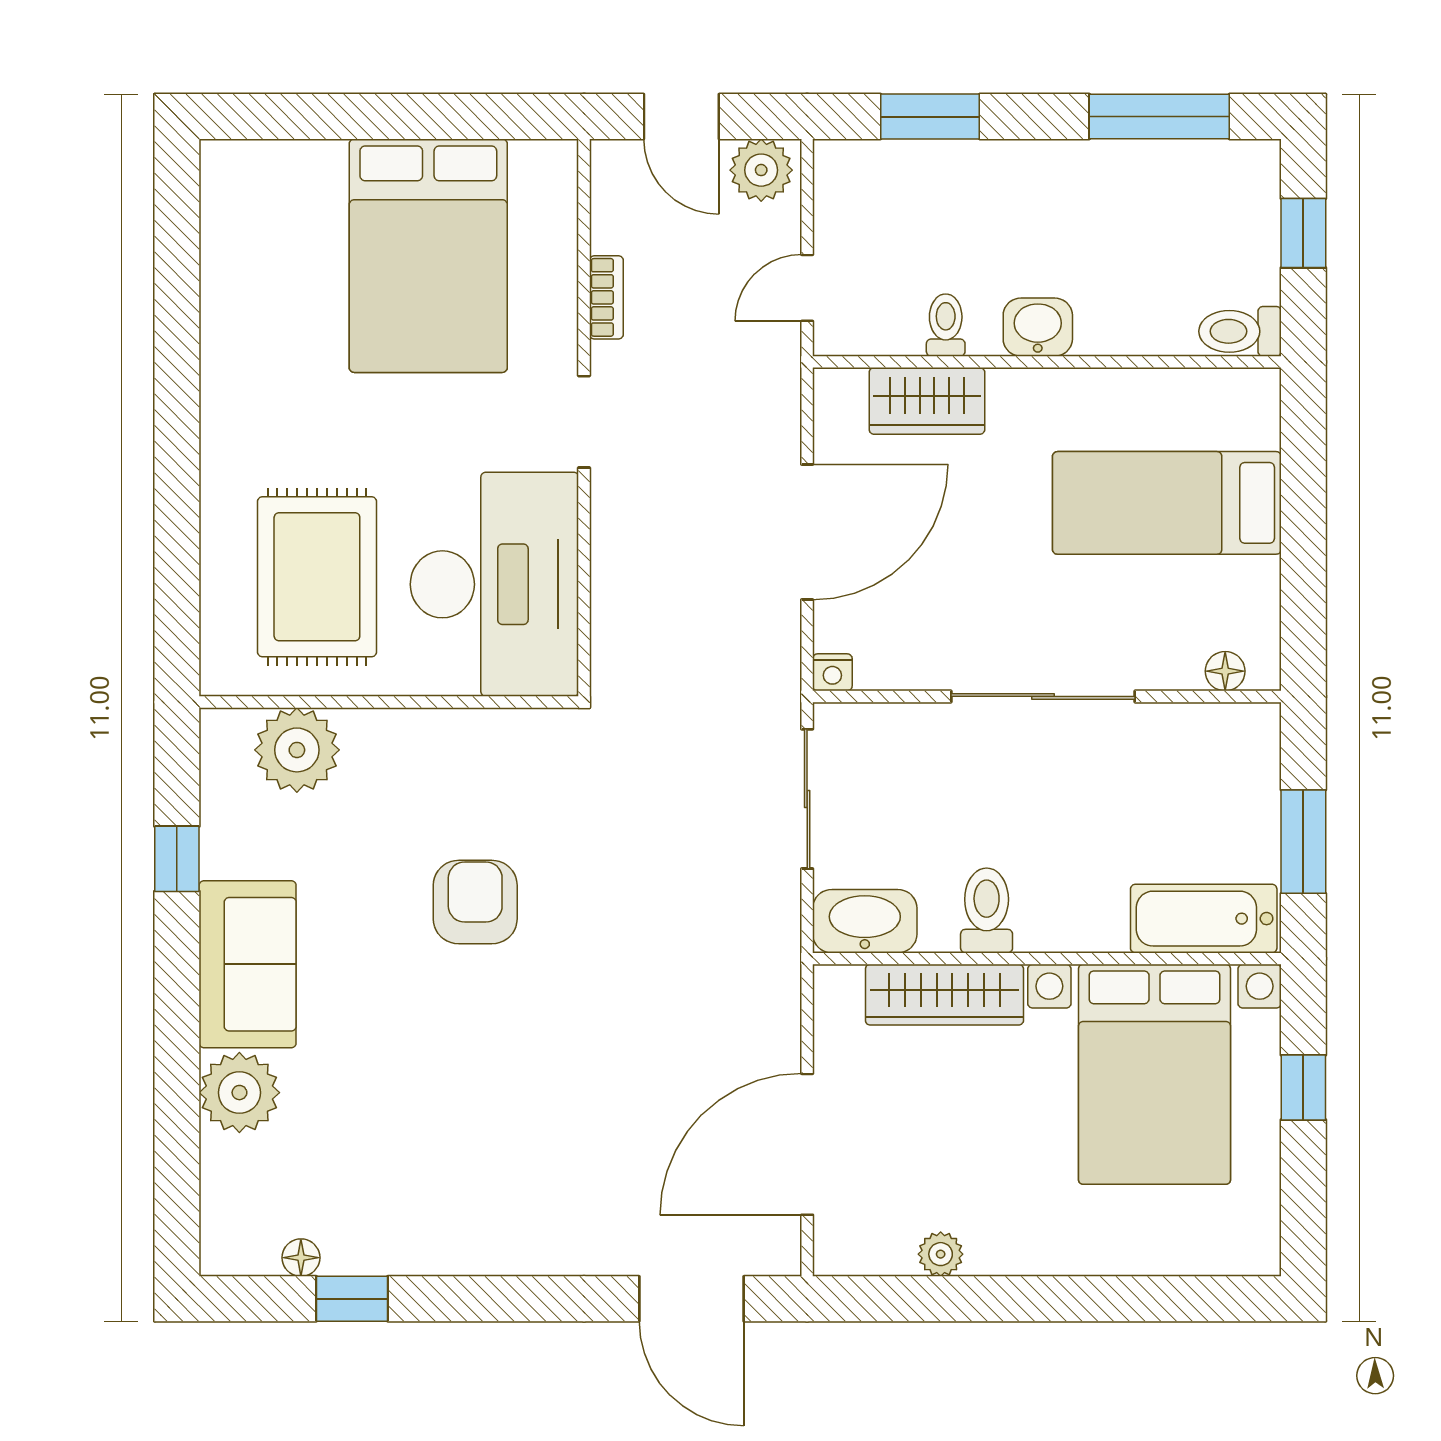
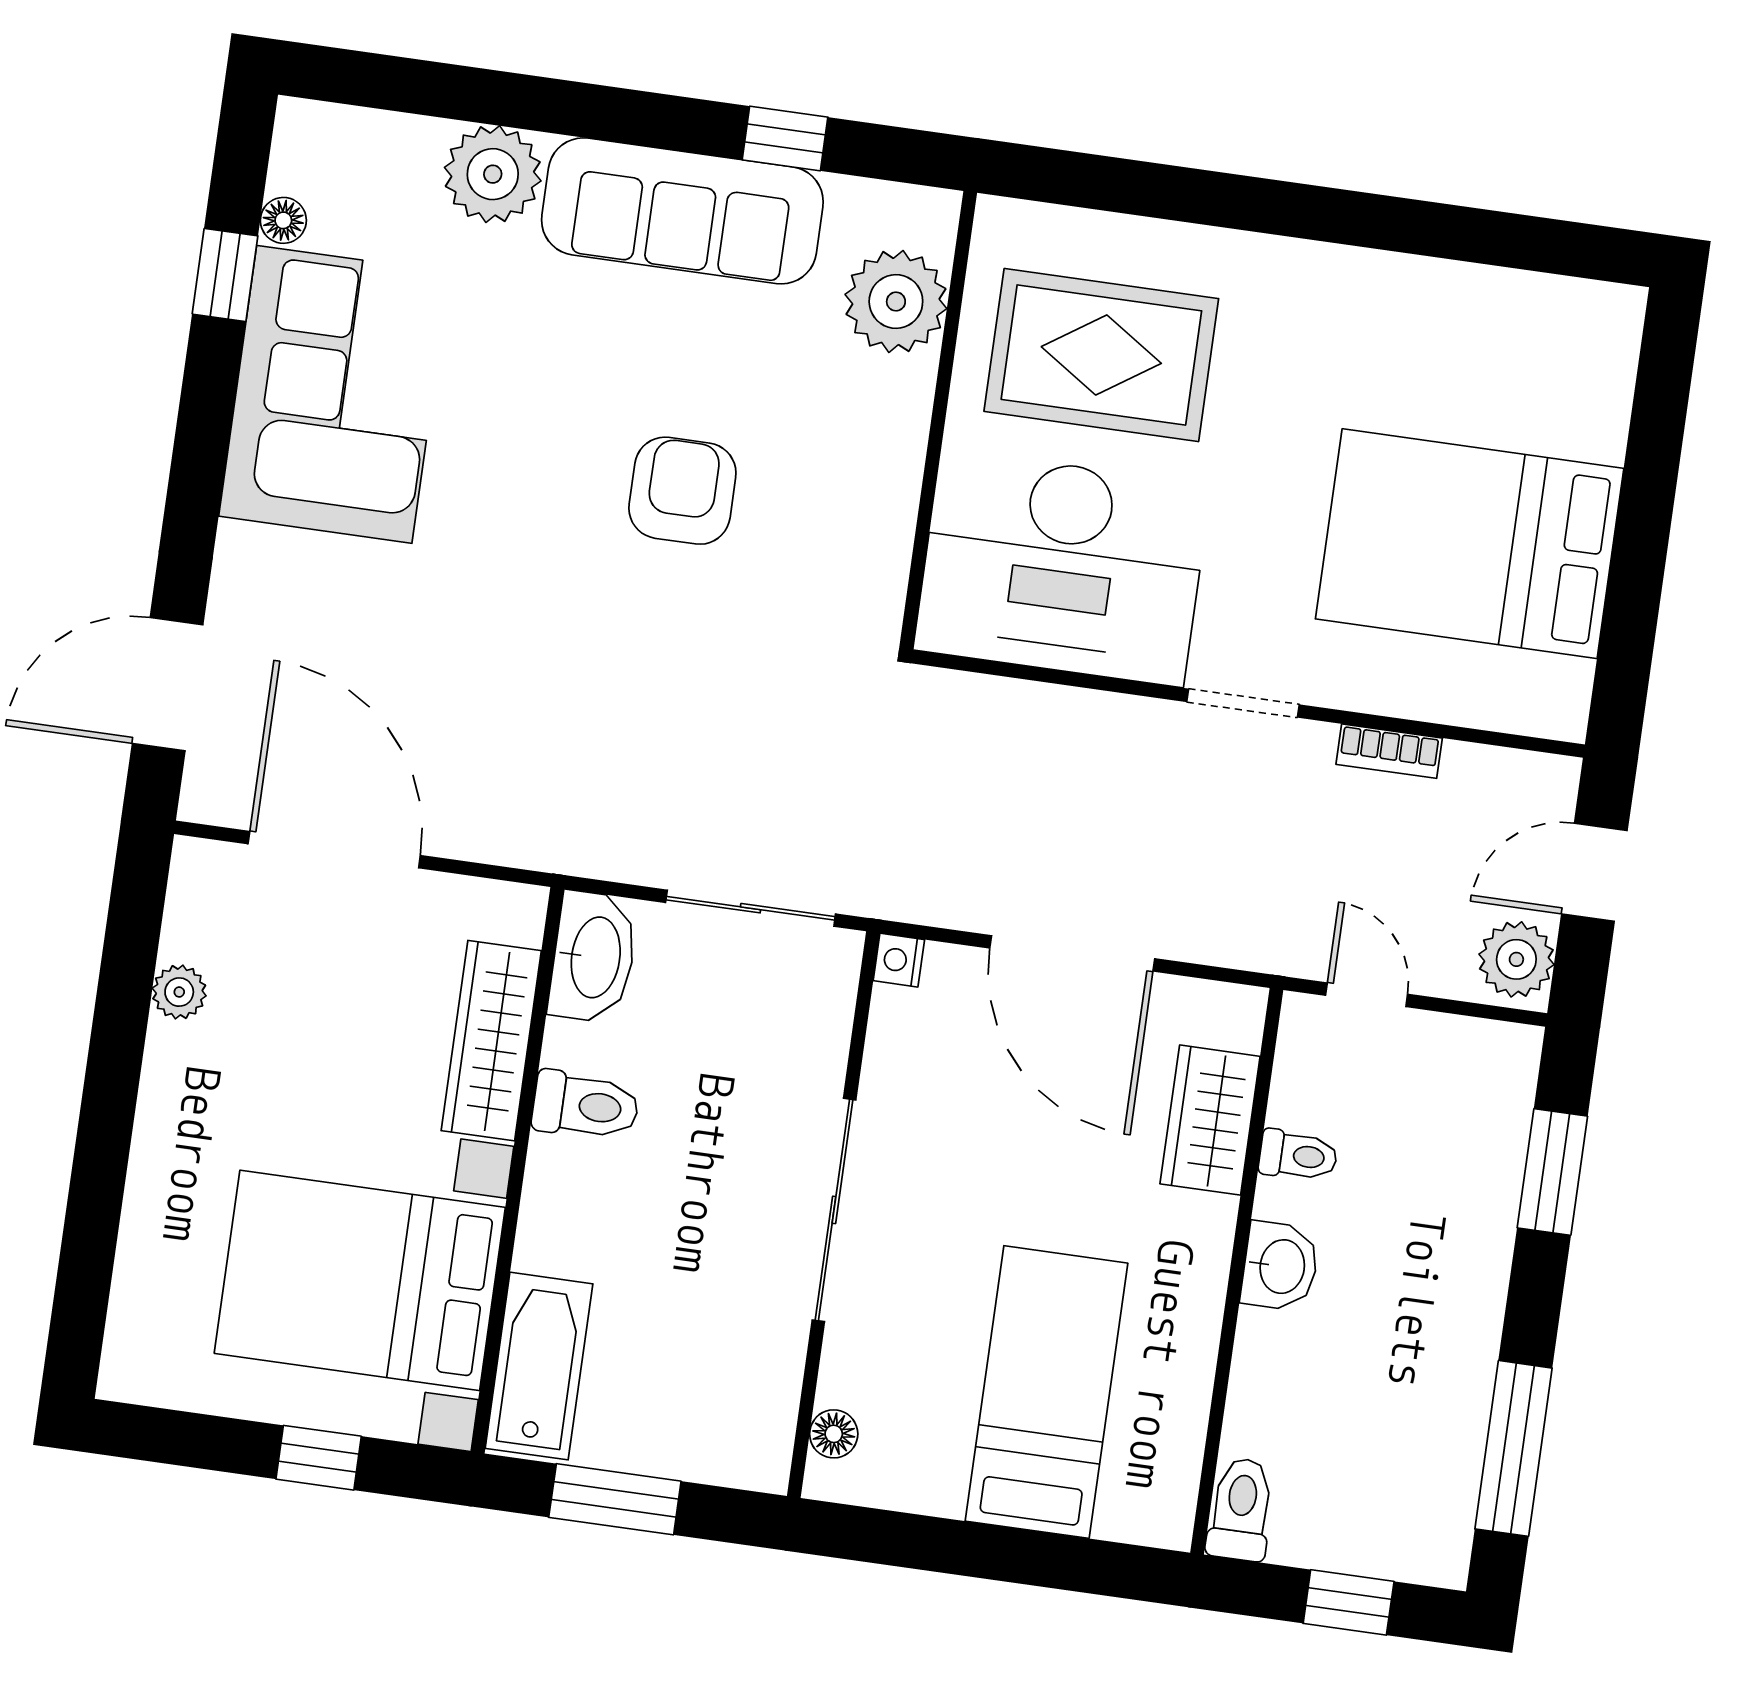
armchair: (475, 902) -> (682, 491), turned -90
sofa: (248, 964) -> (682, 211), width x1.36
corner sofa: (437, 1196) -> (334, 394), added

